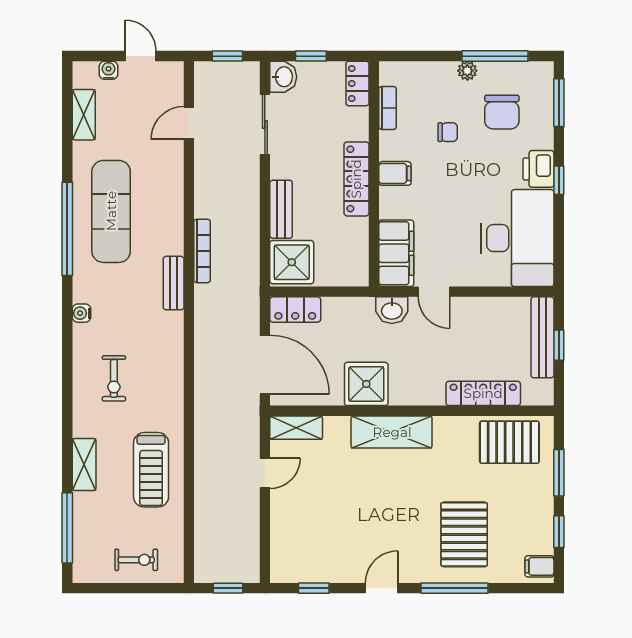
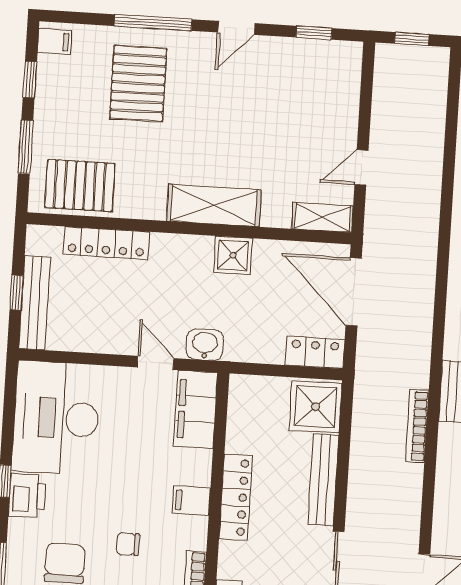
bench: (281, 209) -> (323, 480), width x1.36
shower: (366, 384) -> (233, 255), width x0.73, depth x0.73

